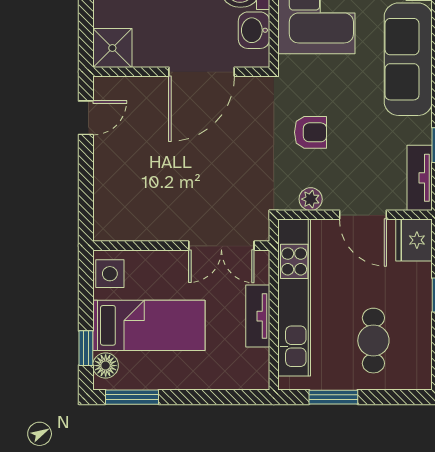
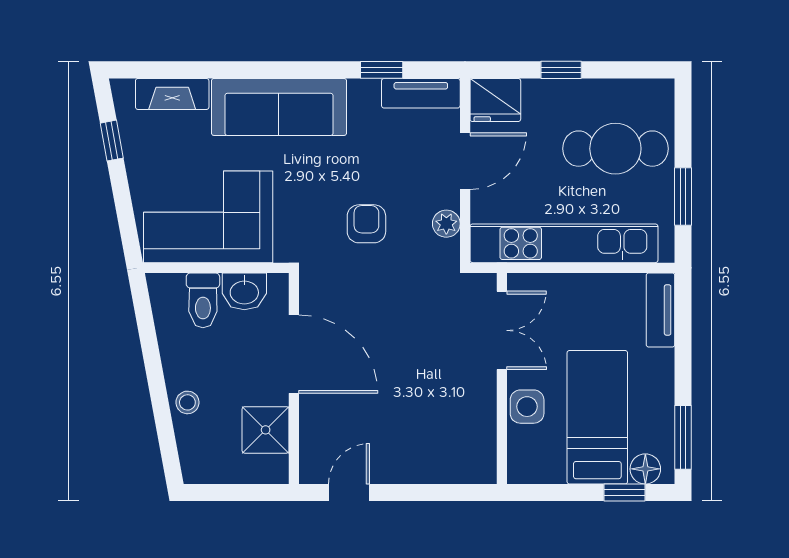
shower: (112, 48) -> (266, 430), moved
door: (86, 118) -> (349, 493), hinge flipped
side table: (110, 274) -> (527, 407), moved
tv unit: (258, 316) -> (660, 310), moved, turned 90
cafe table: (373, 341) -> (615, 149), width x1.37, depth x1.35

